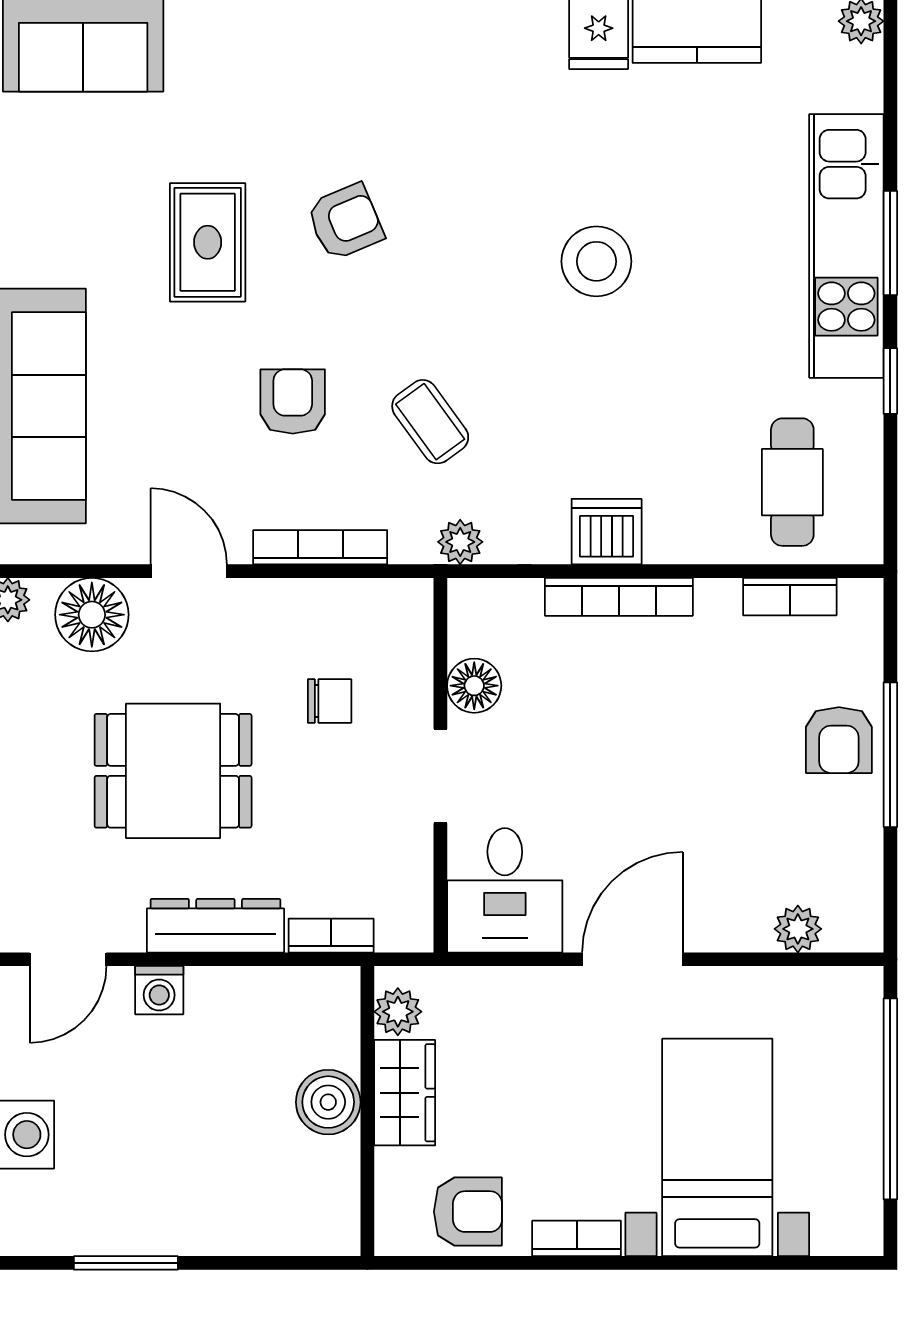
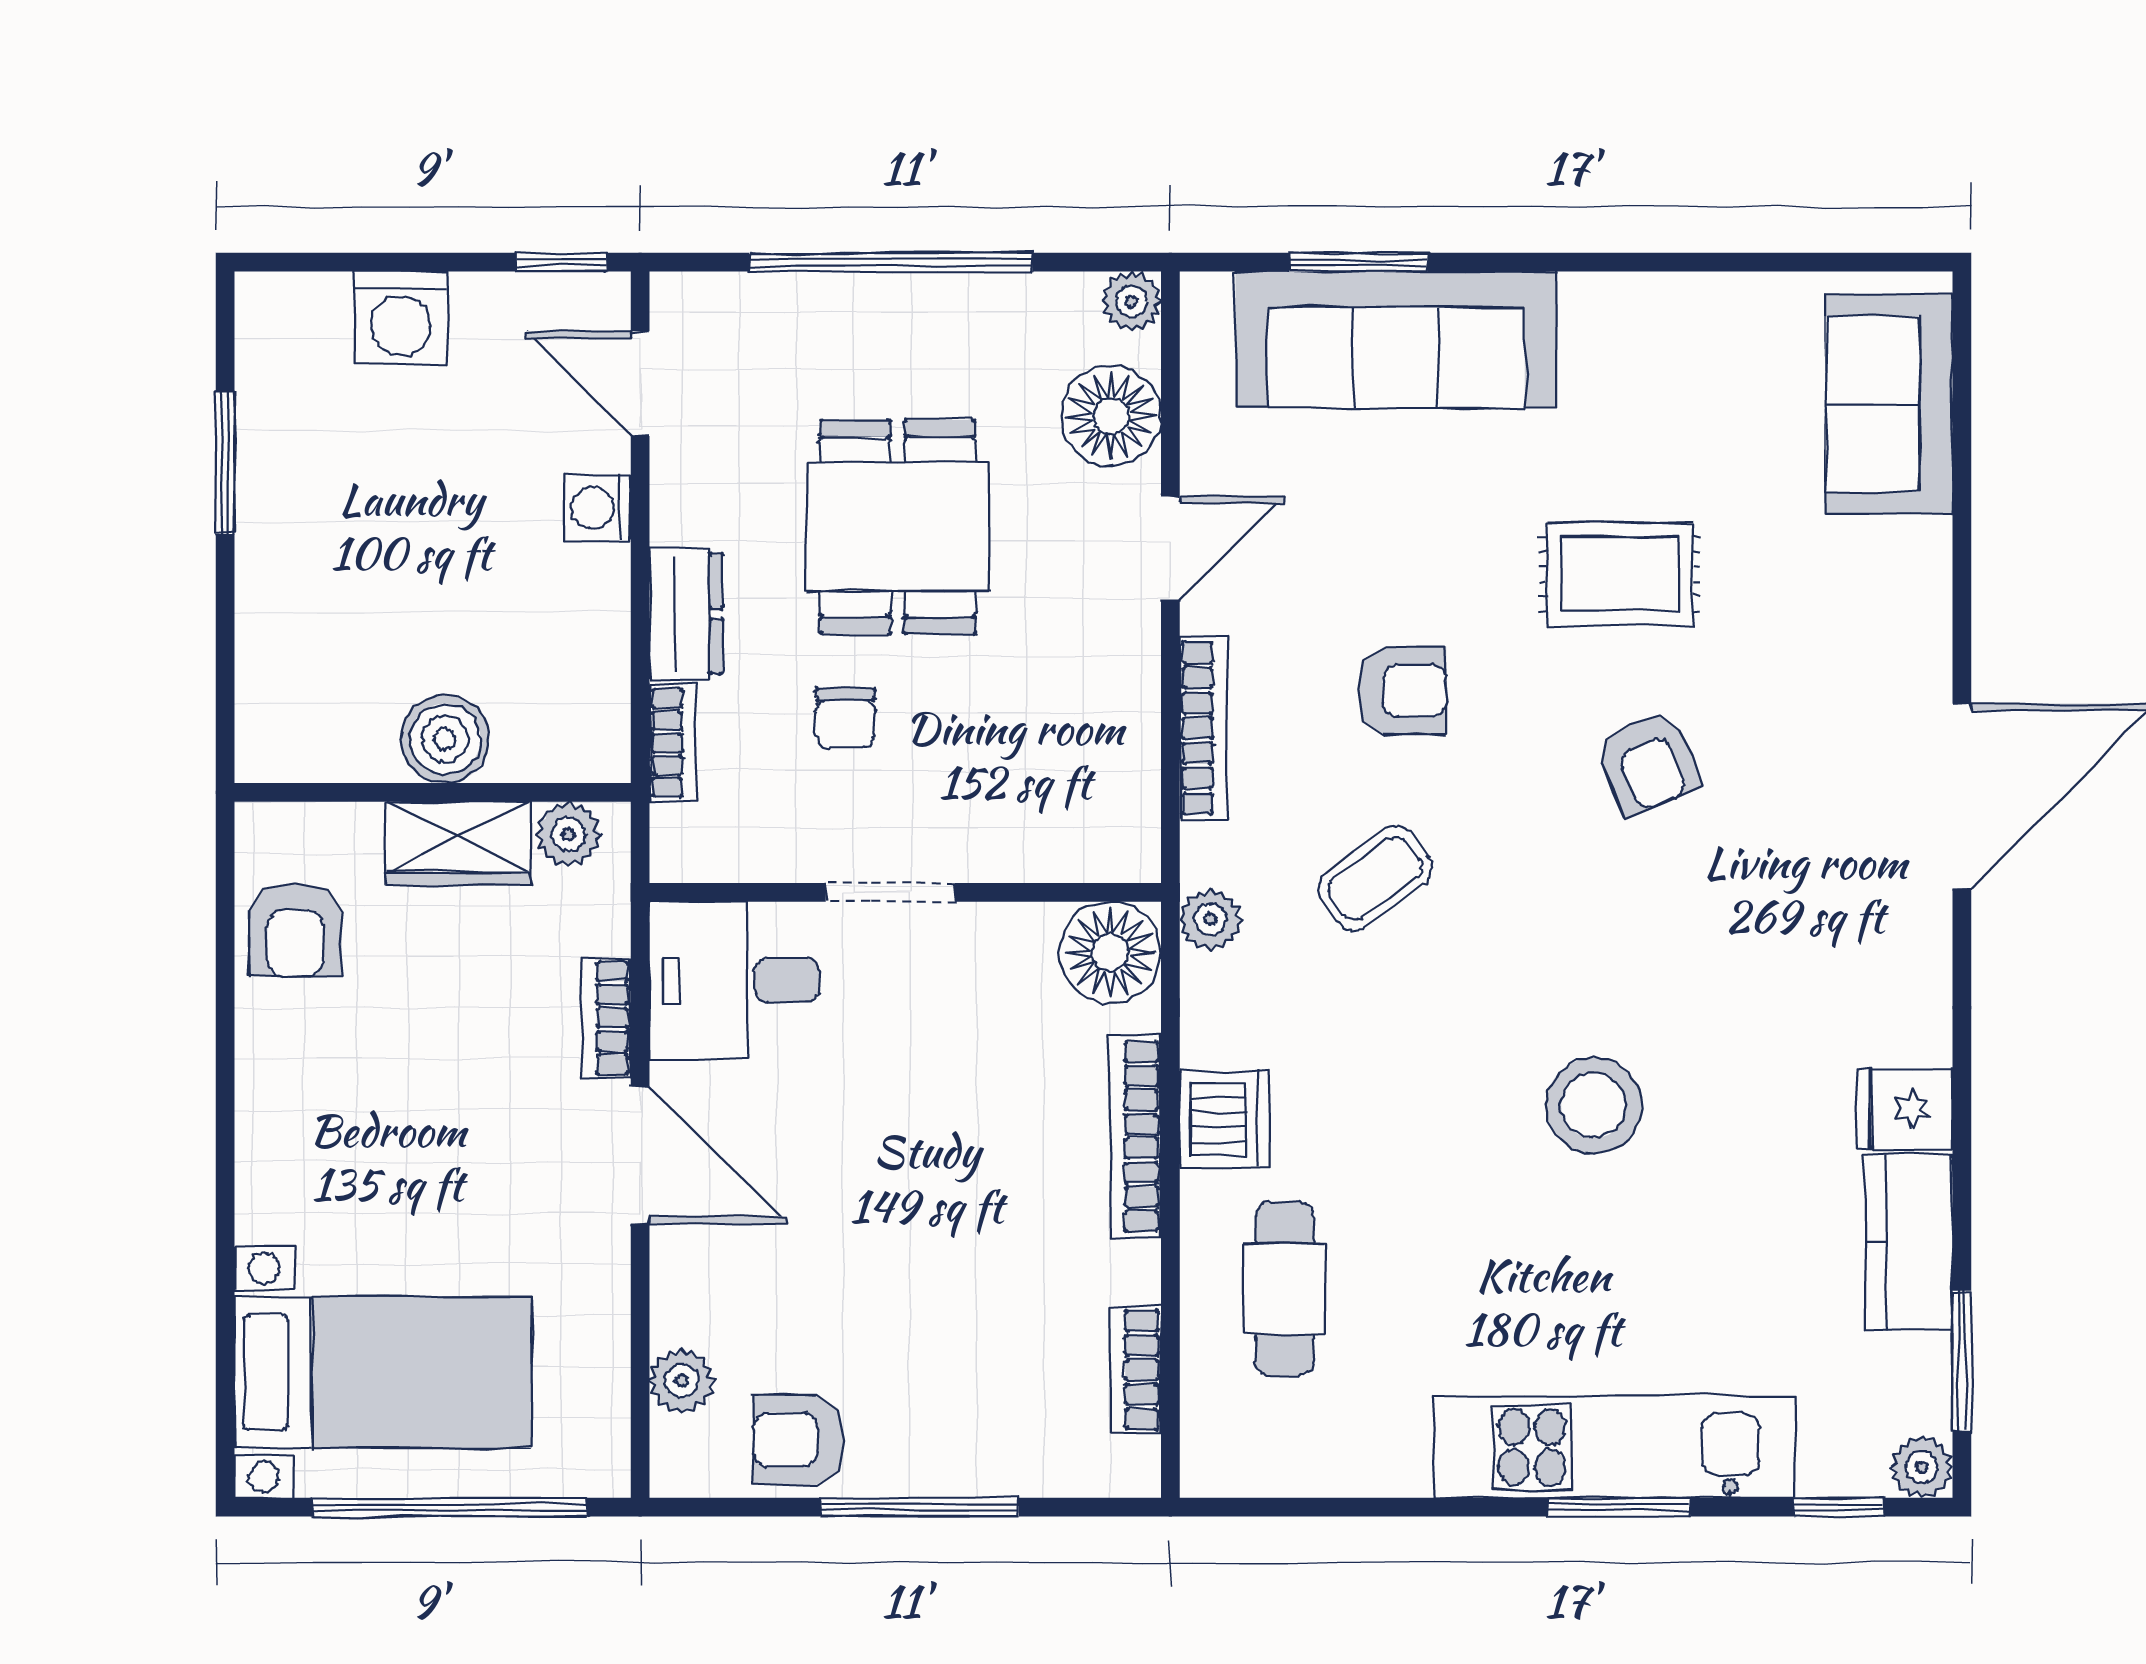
window: (890, 381) -> (1839, 1507), moved
cafe table: (792, 482) -> (1284, 1289), moved, turned 90
floor lamp: (474, 686) -> (1110, 952), moved, width x1.38, depth x1.38
chair: (330, 701) -> (845, 718), moved
armchair: (839, 740) -> (798, 1440), moved
dresser: (215, 926) -> (686, 614), width x0.70
bed with nightstands: (717, 1147) -> (383, 1372), moved
bookcase: (577, 1238) -> (607, 1018), moved, turned 180

